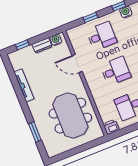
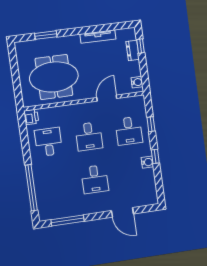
dresser: (42, 45) -> (133, 50), moved

